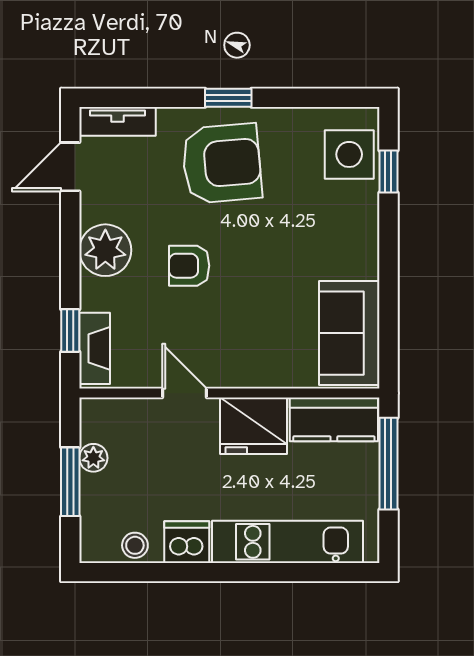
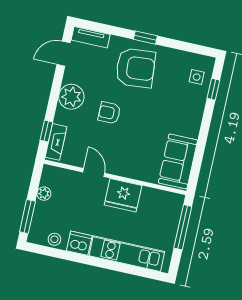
side table: (349, 154) -> (197, 77), width x0.54, depth x0.54
kitchen counter: (334, 419) -> (162, 201), removed
window: (70, 482) -> (27, 216), moved

